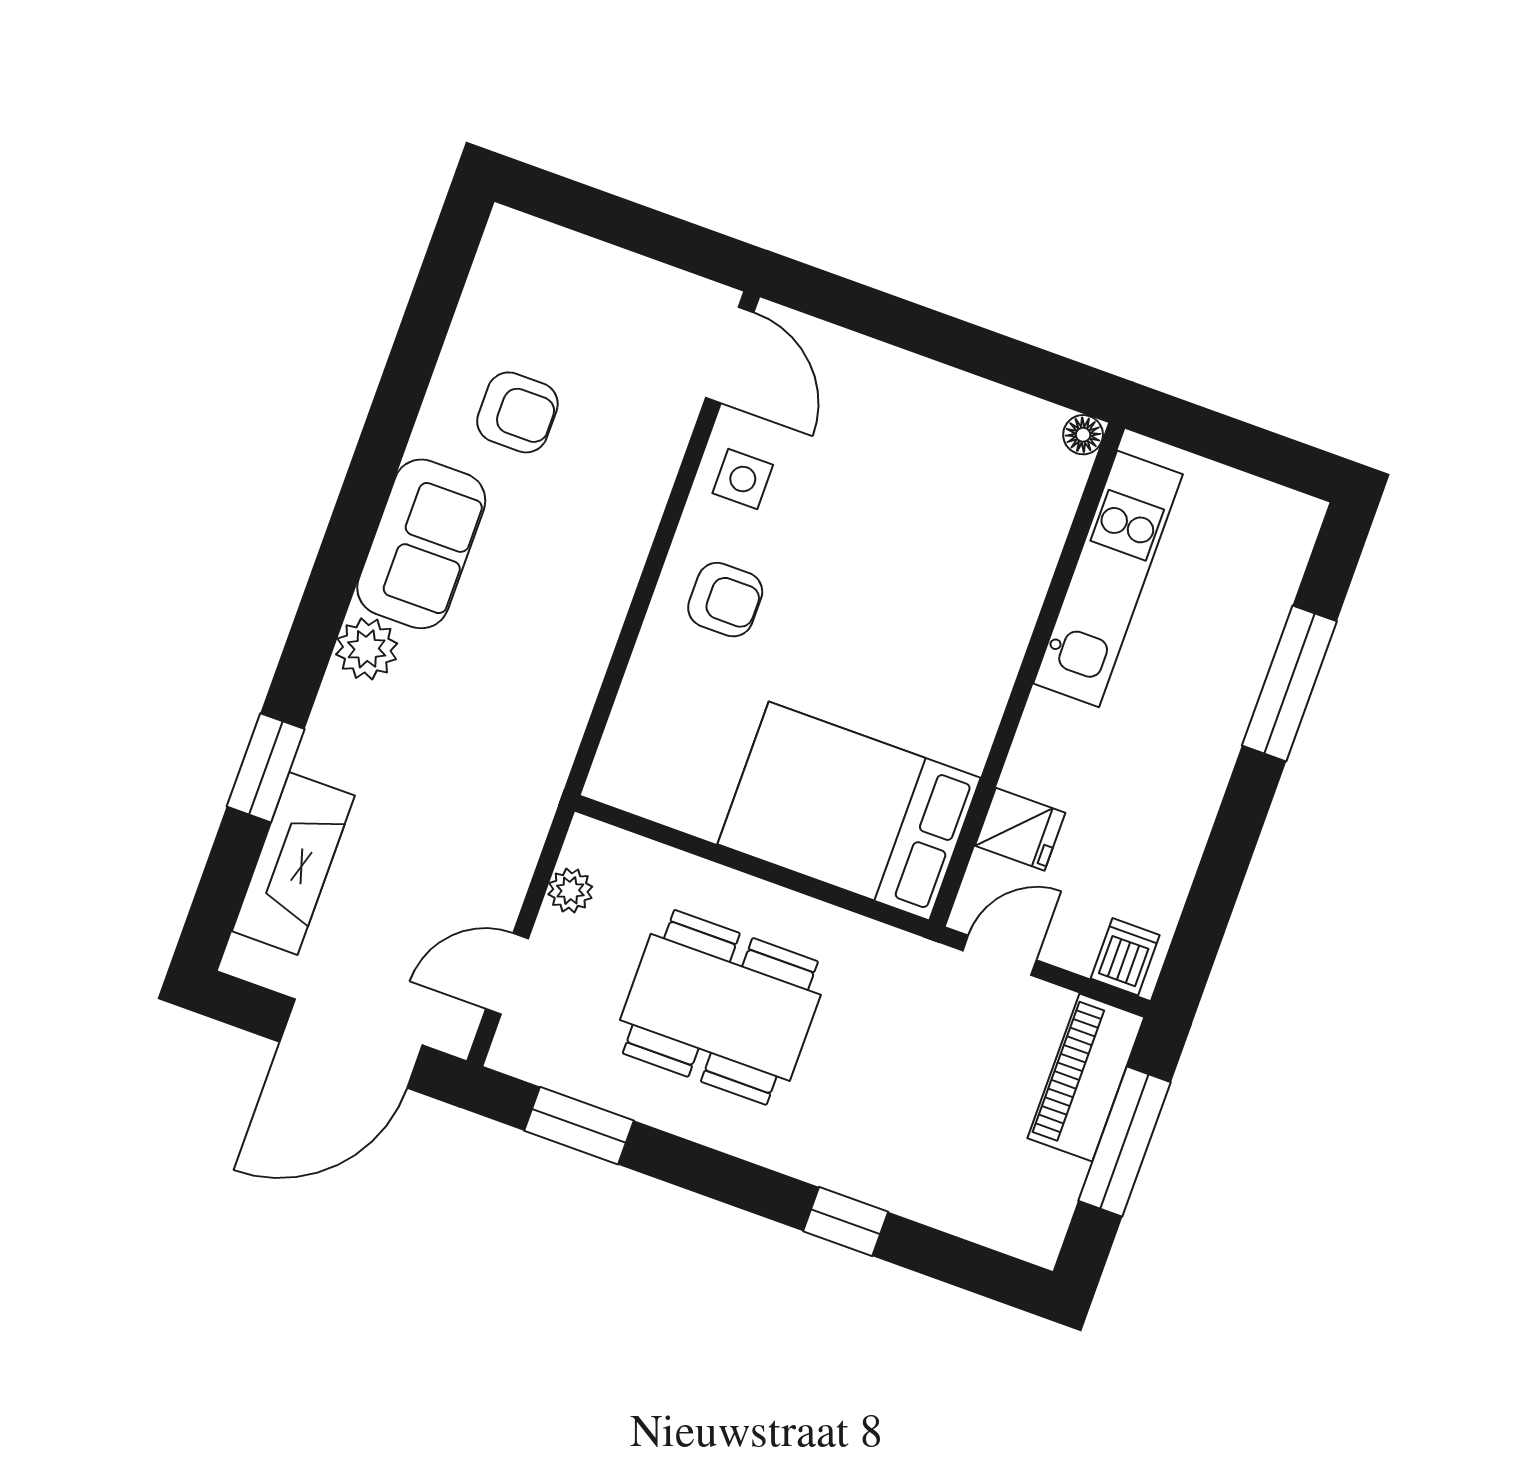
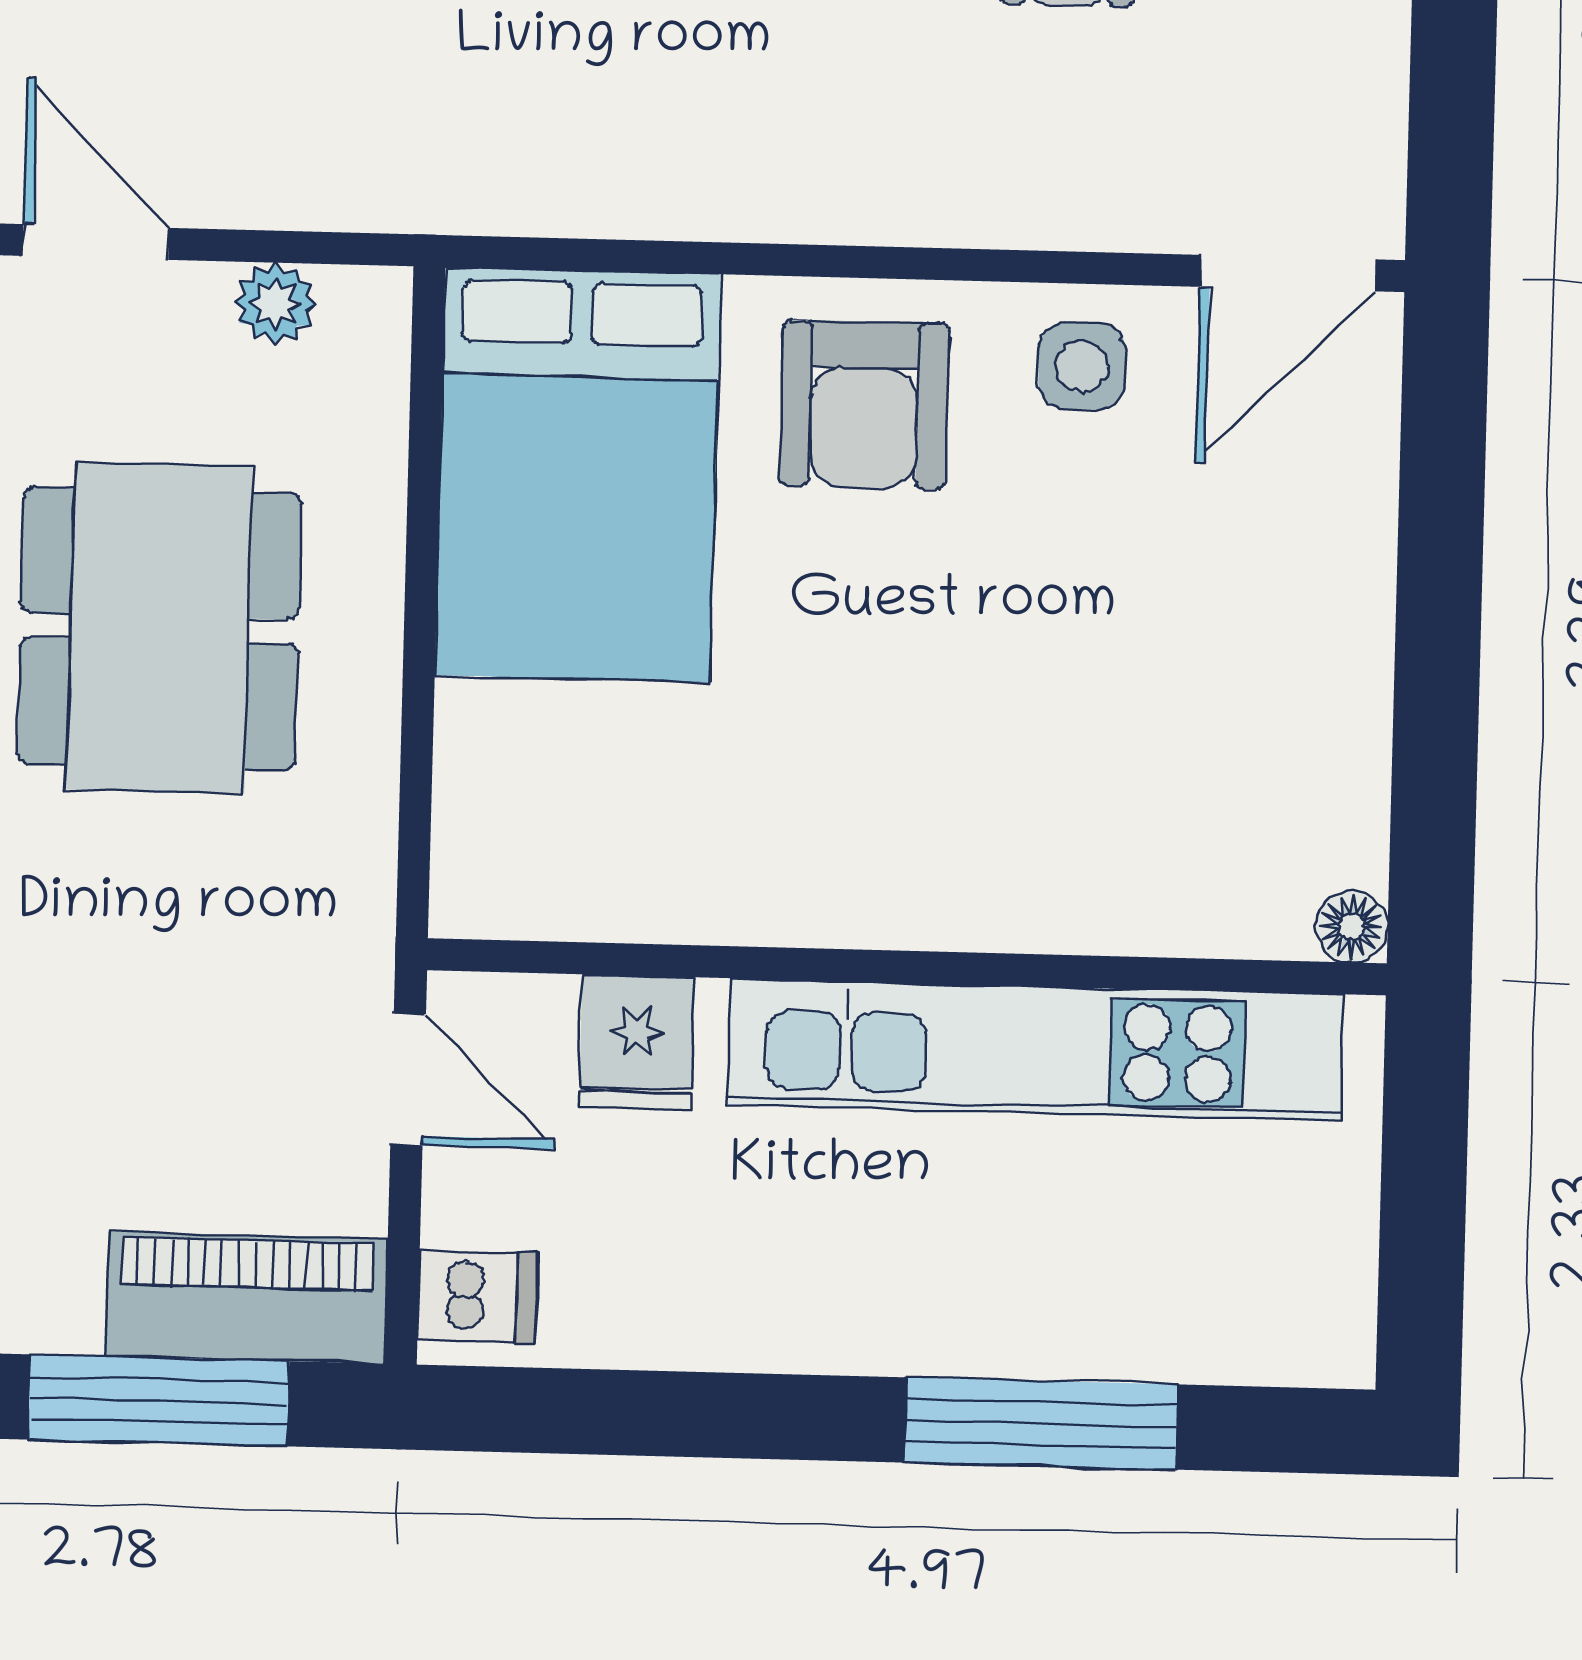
kitchen unit: (1108, 579) -> (1036, 1050), width x1.36
armchair: (725, 600) -> (864, 404), width x1.38, depth x1.38
bed: (849, 811) -> (578, 475), moved, turned 180

